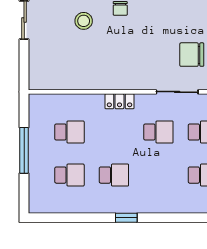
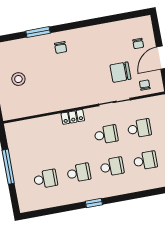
stool: (84, 21) -> (18, 79), moved
school desk: (69, 132) -> (112, 167), moved

